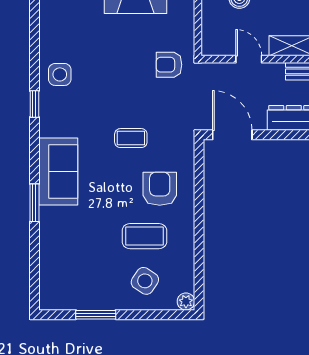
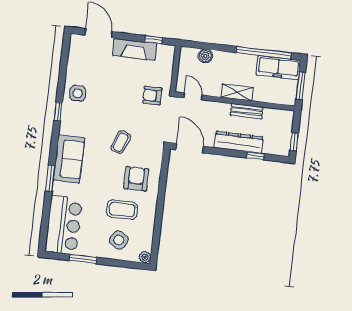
door: (249, 59) -> (193, 96), moved
coffee table: (131, 138) -> (121, 142), turned -68
bar counter: (62, 269) -> (64, 225), added

